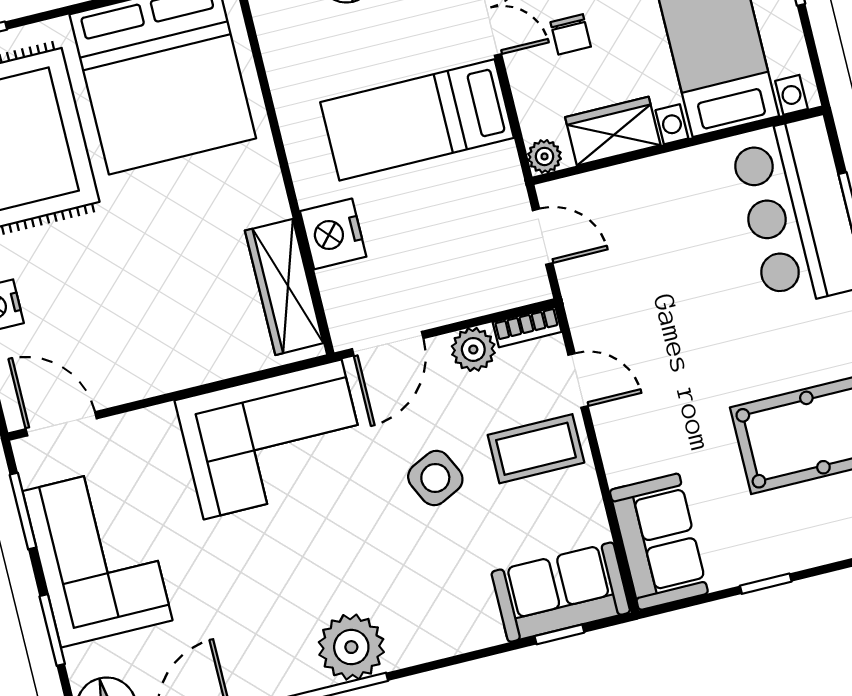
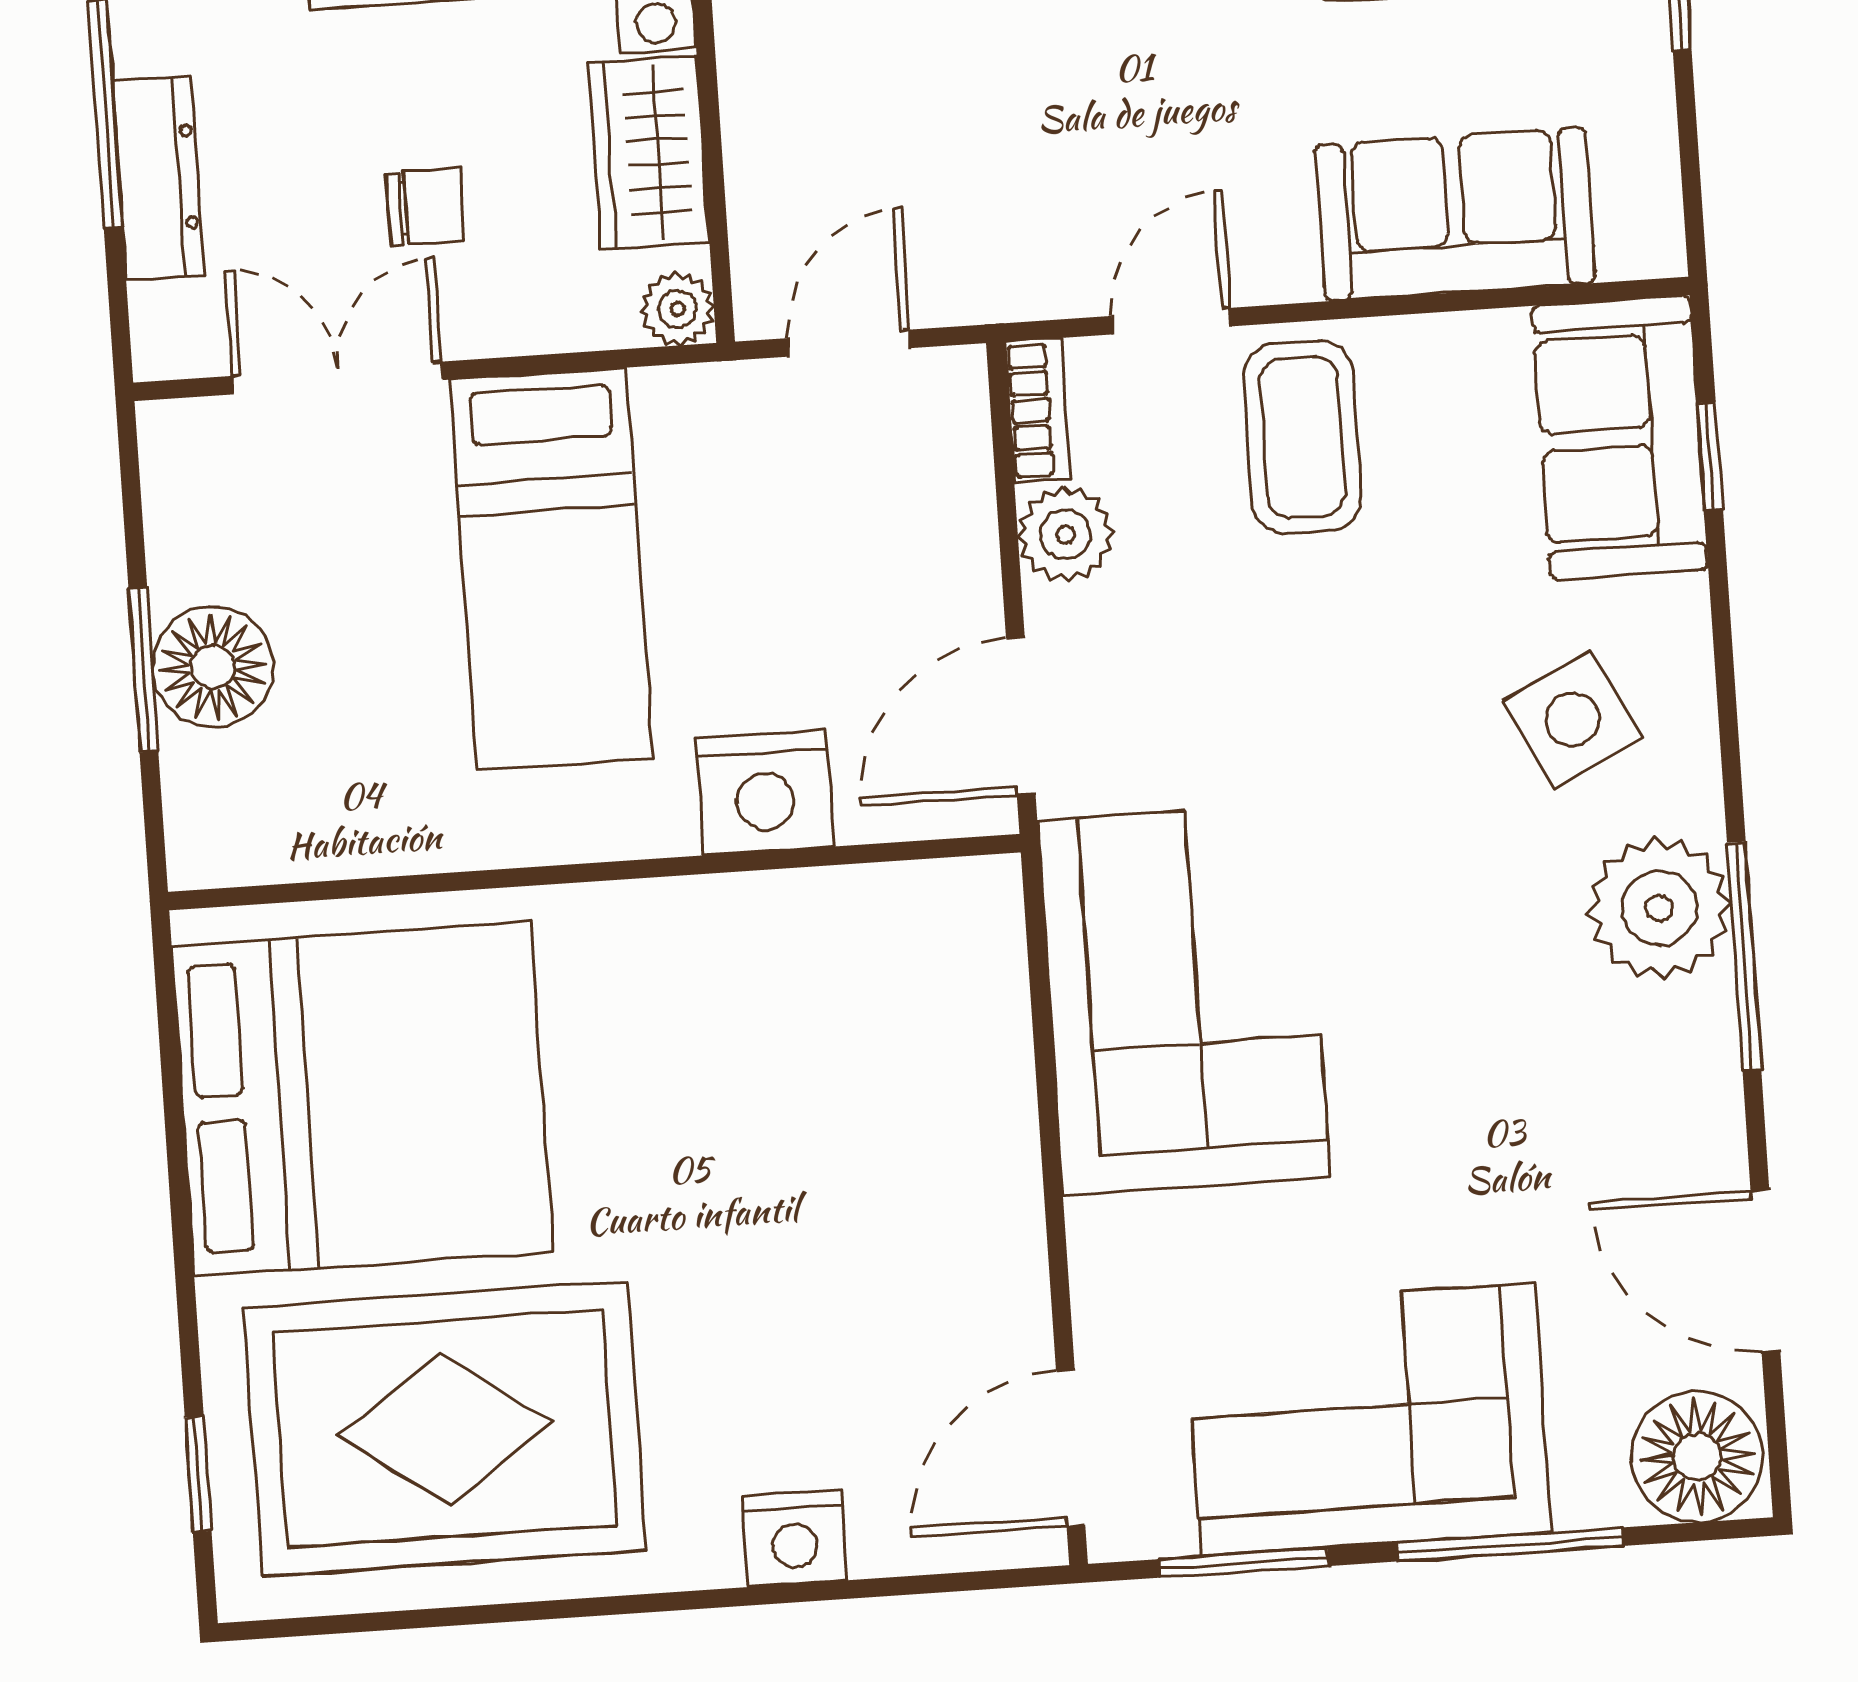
wardrobe: (284, 287) -> (860, 917), removed
door: (388, 344) -> (1021, 716), swing flipped
side table: (435, 478) -> (1572, 719), moved
sofa: (659, 542) -> (1455, 214), moved
window: (52, 630) -> (1510, 1544), width x1.44

